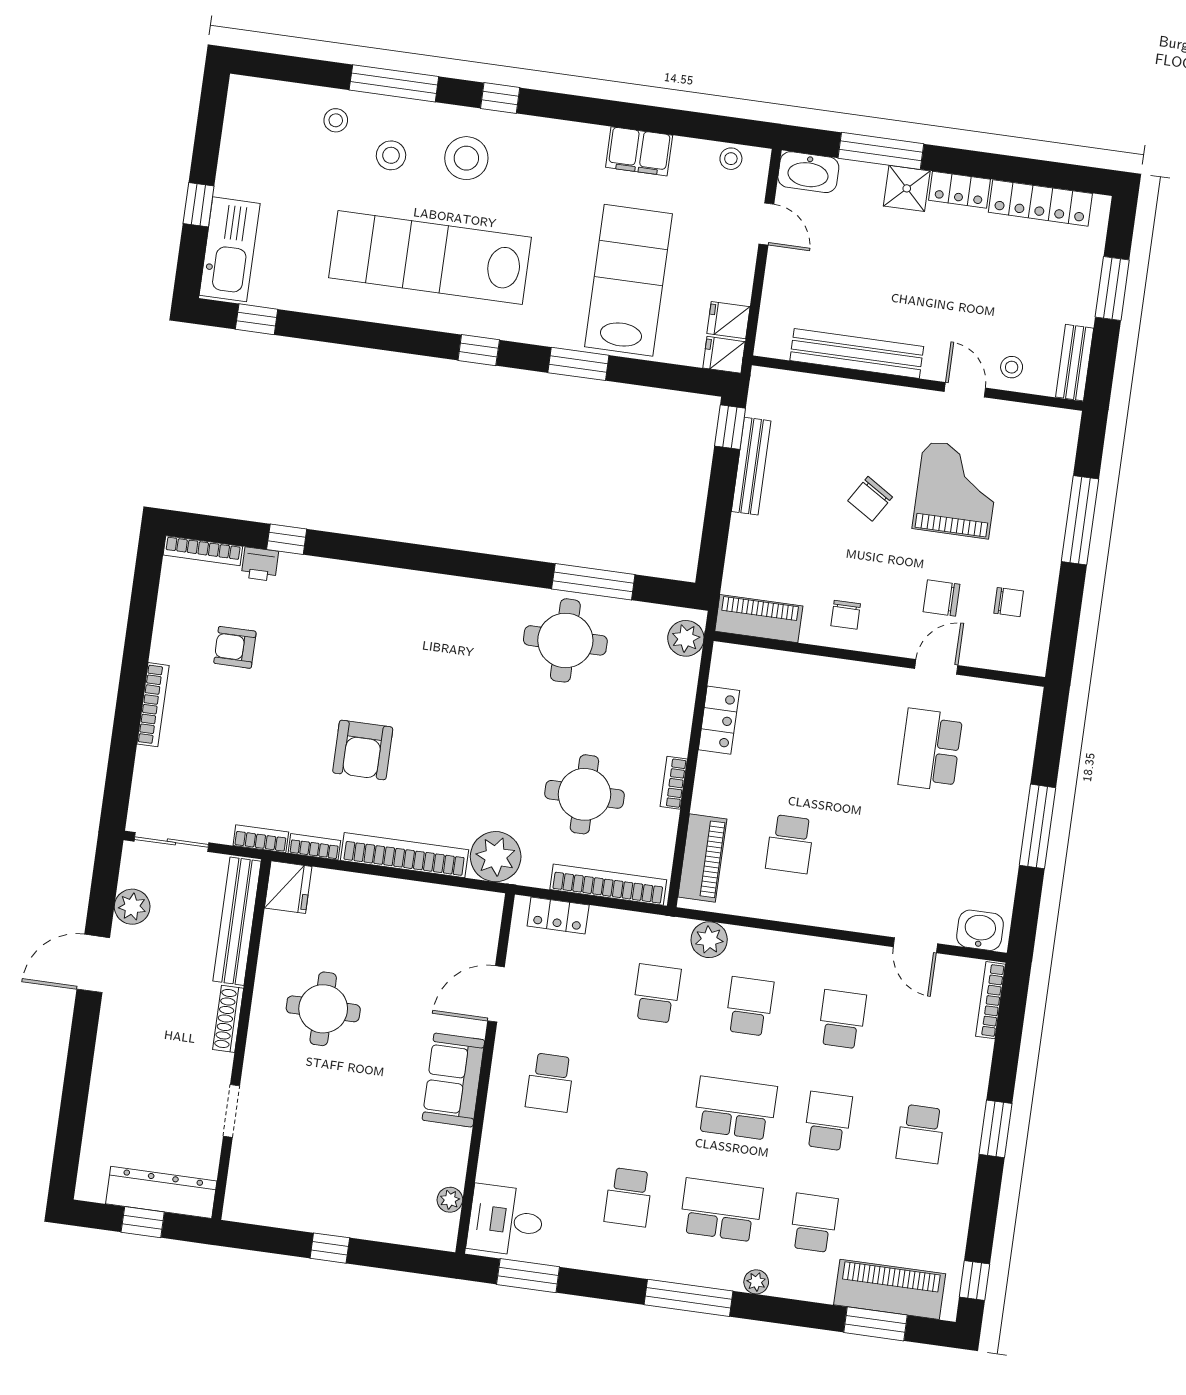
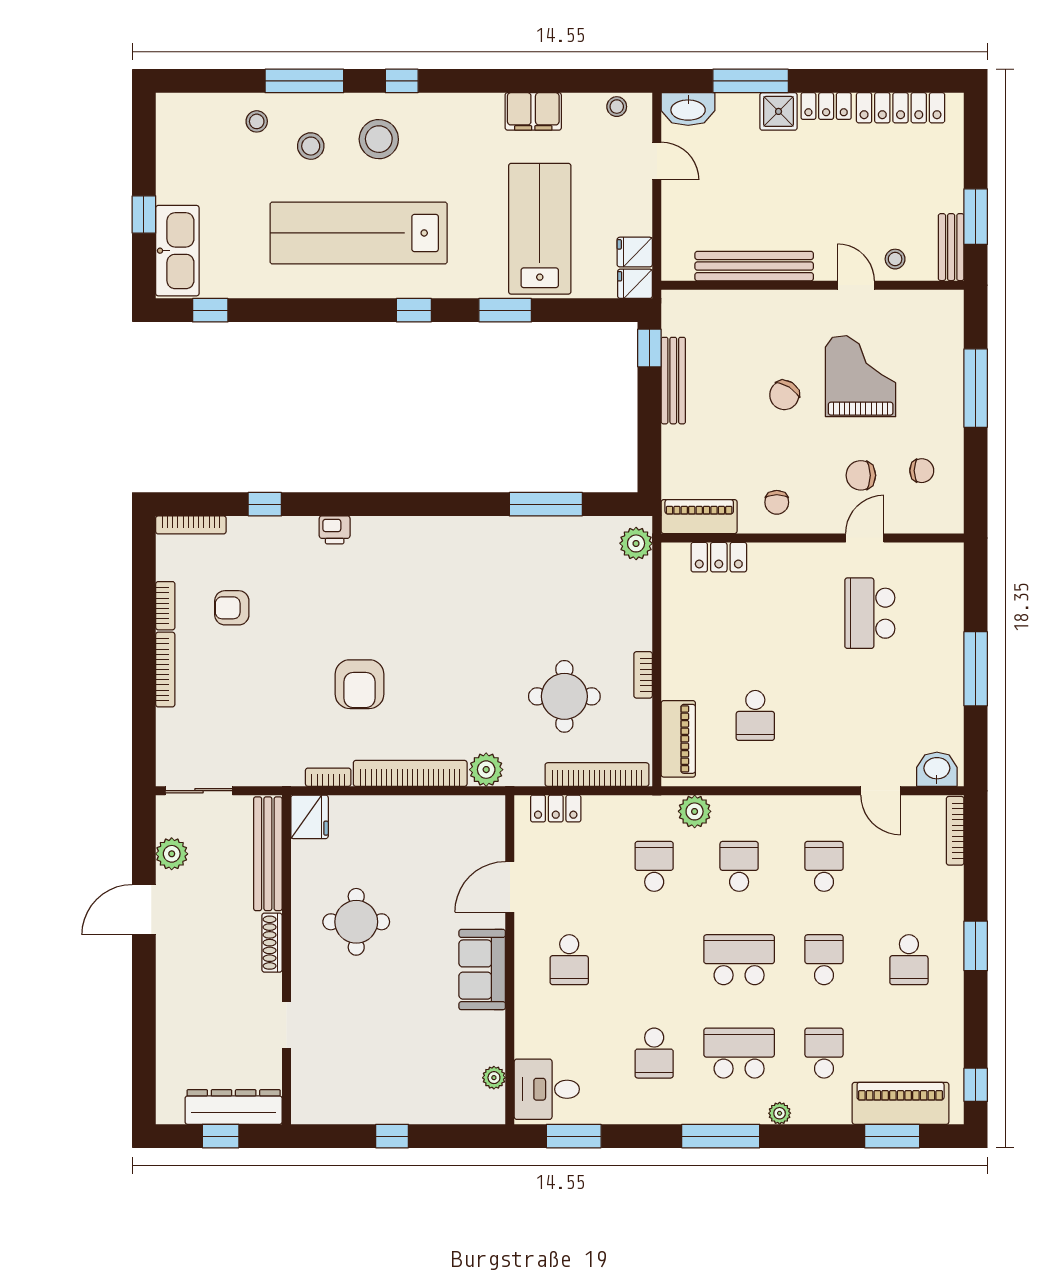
window: (1112, 289) -> (976, 217), moved
printer: (260, 564) -> (335, 530), moved
round table: (565, 640) -> (528, 560), removed
locker: (719, 720) -> (719, 557), moved, turned 90
bookcase: (261, 839) -> (165, 606), moved, turned 90
plant: (496, 857) -> (486, 770), width x0.73, depth x0.73

